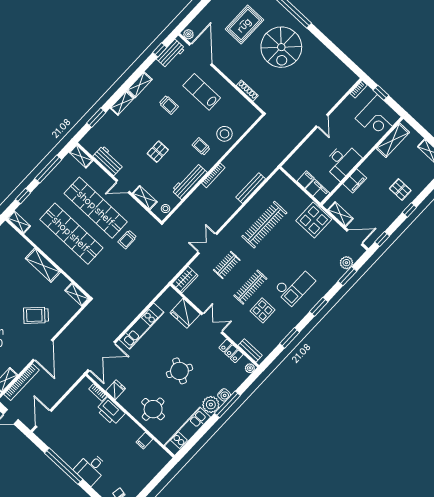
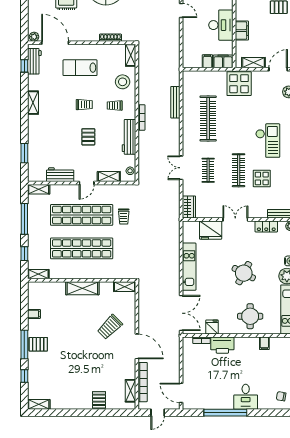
shelving: (122, 103) -> (131, 55), moved
trolley: (169, 105) -> (84, 105), moved

